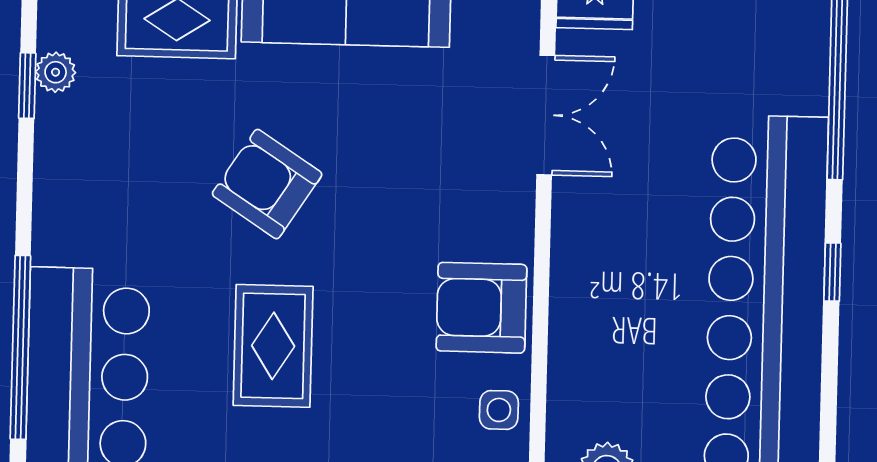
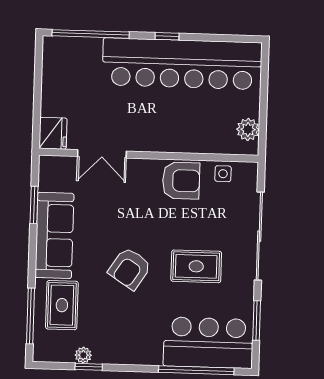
double door: (546, 115) -> (102, 154), swing flipped
armchair: (481, 308) -> (181, 181), turned -90

